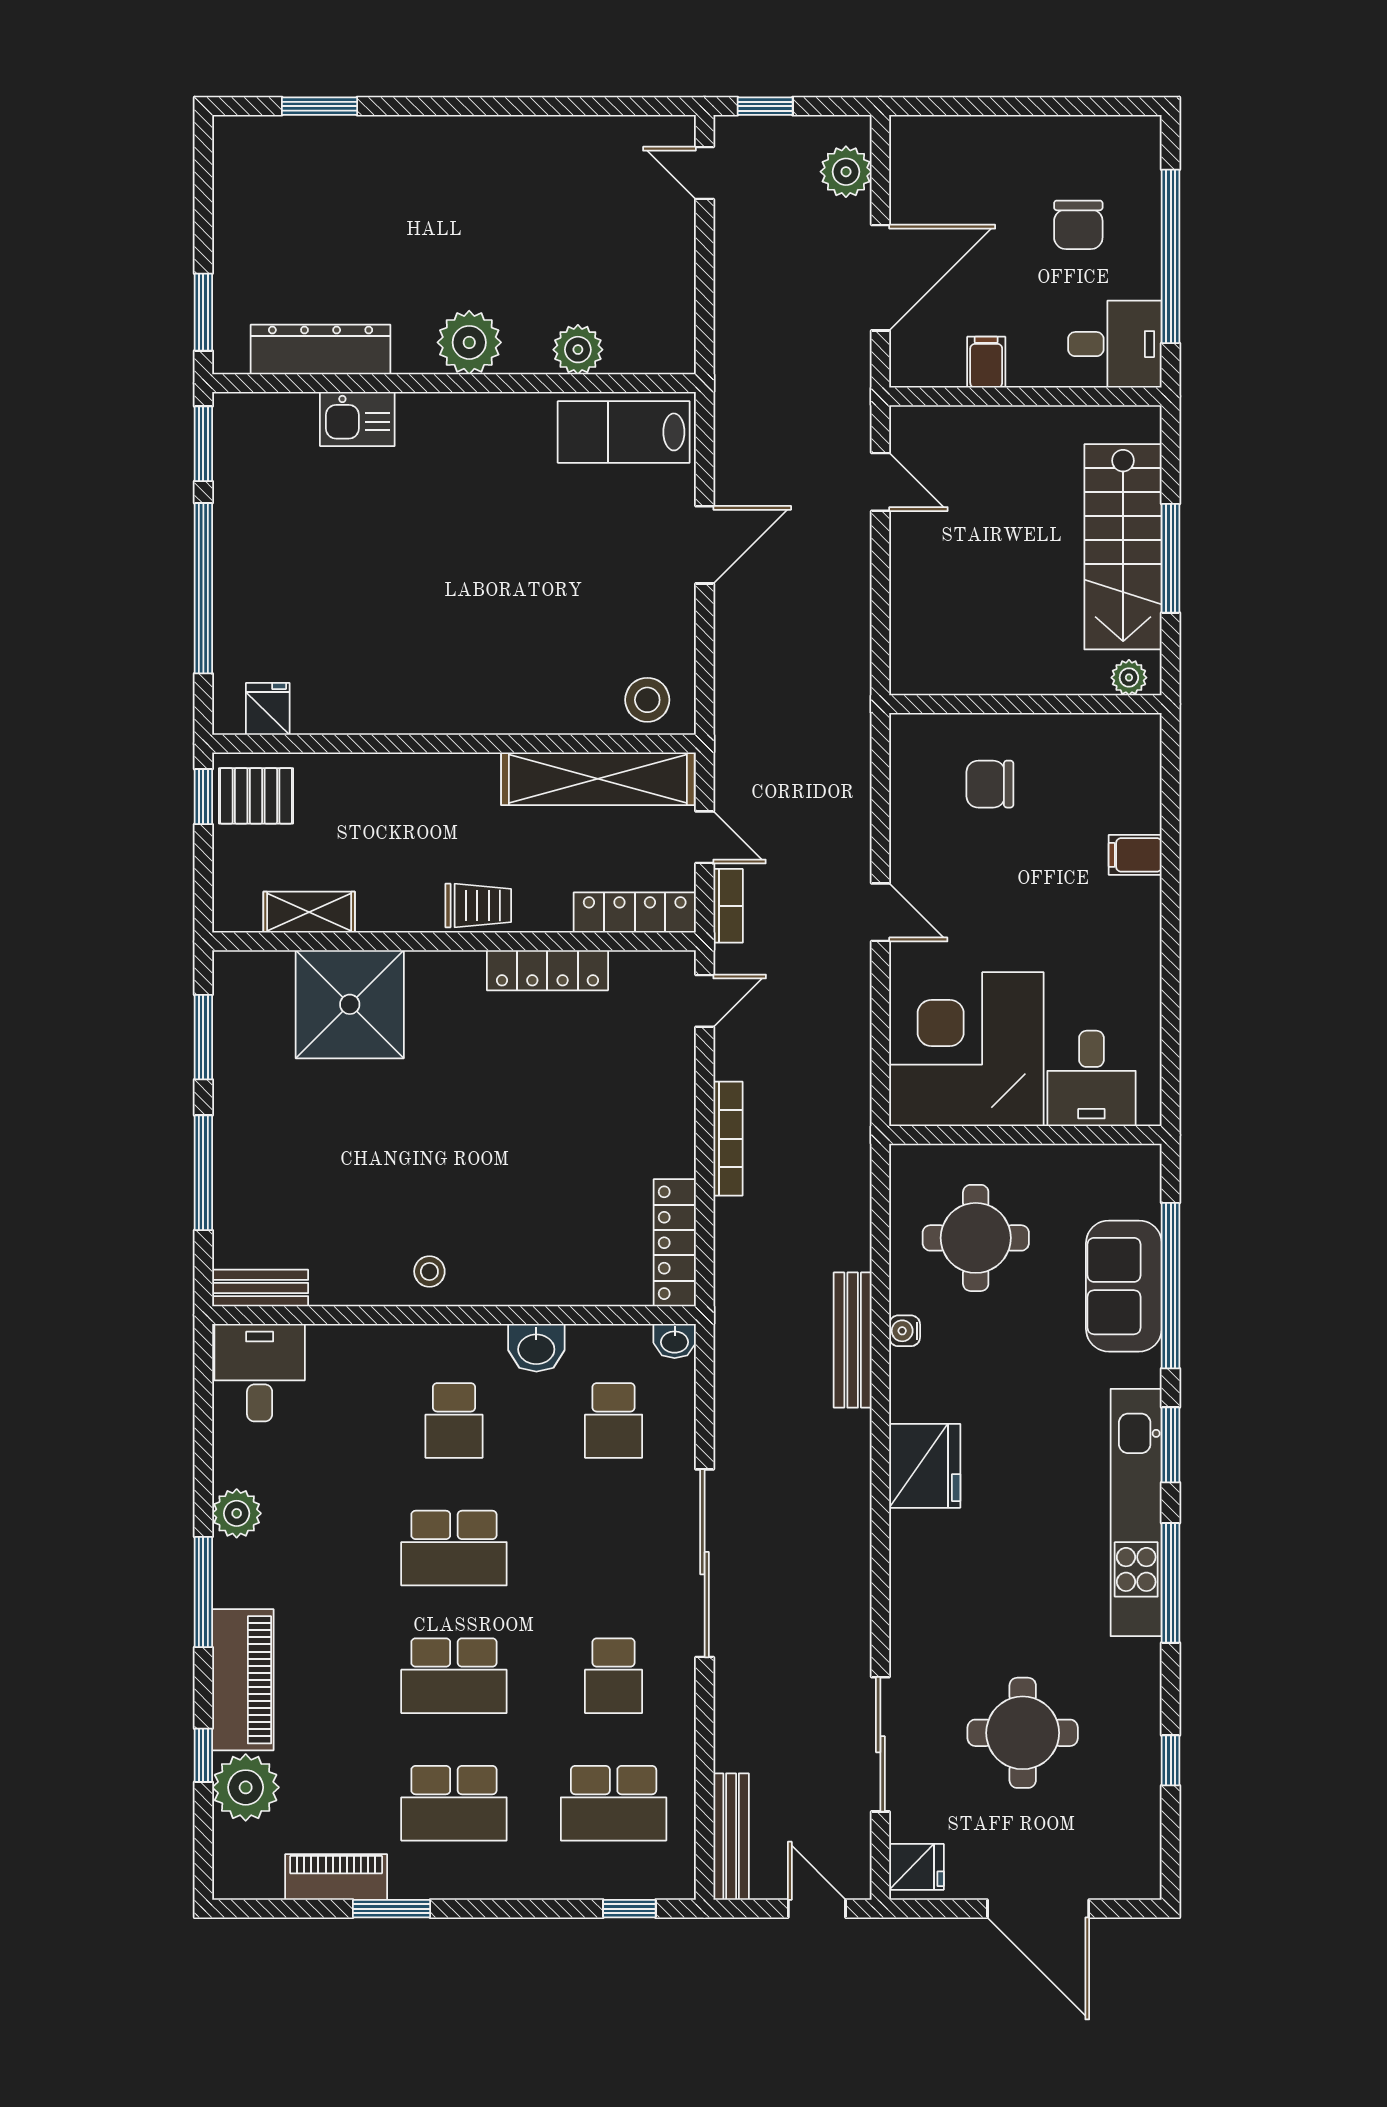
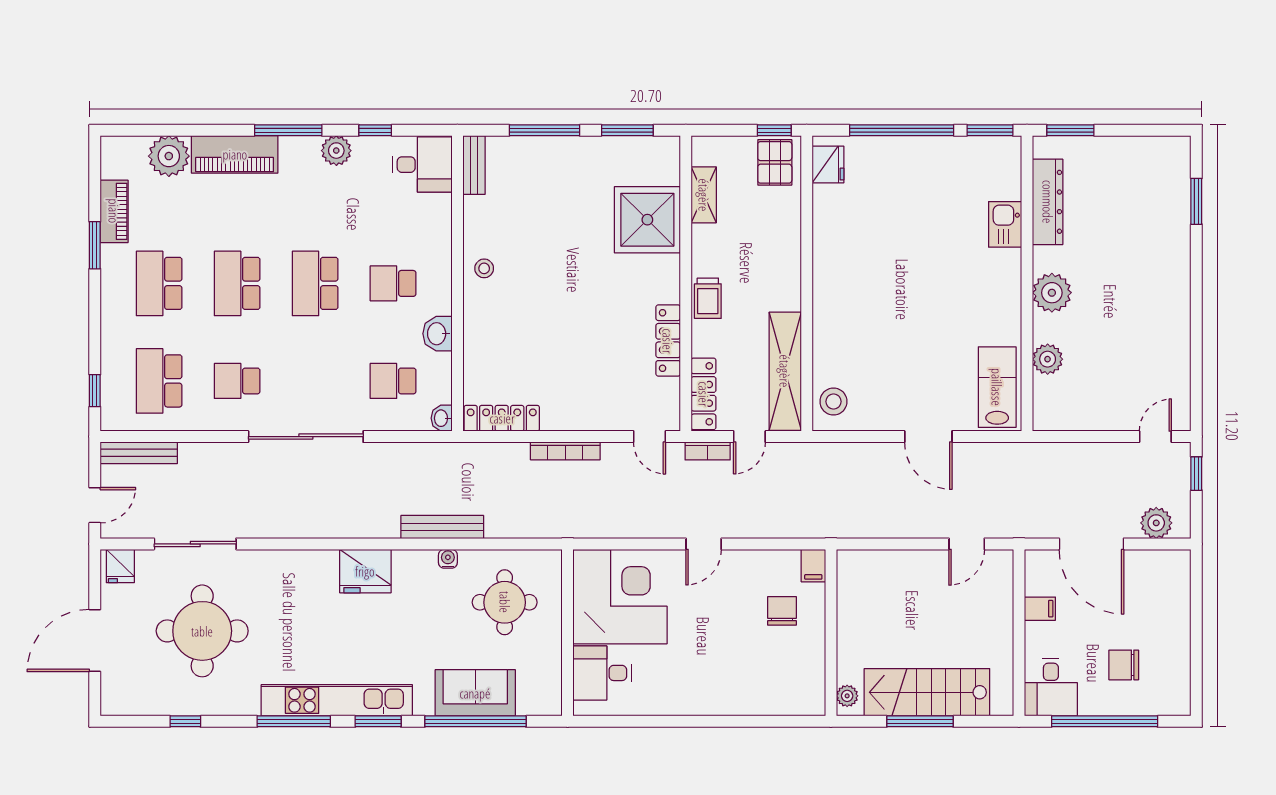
fridge: (268, 709) -> (828, 164), width x1.38
filing cabinet: (1135, 855) -> (813, 566), moved, turned 180
round table: (1023, 1733) -> (202, 631), width x1.36, depth x1.36
window: (203, 1755) -> (375, 130), moved

